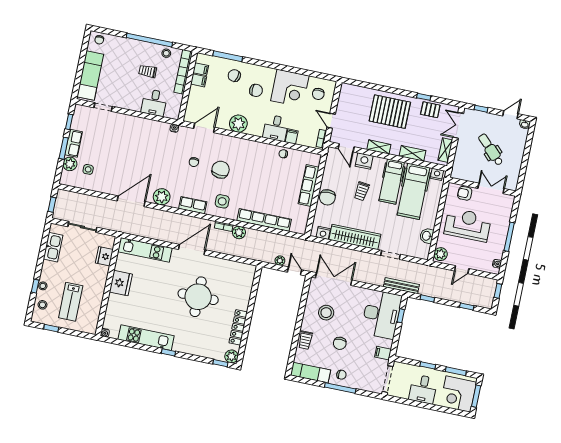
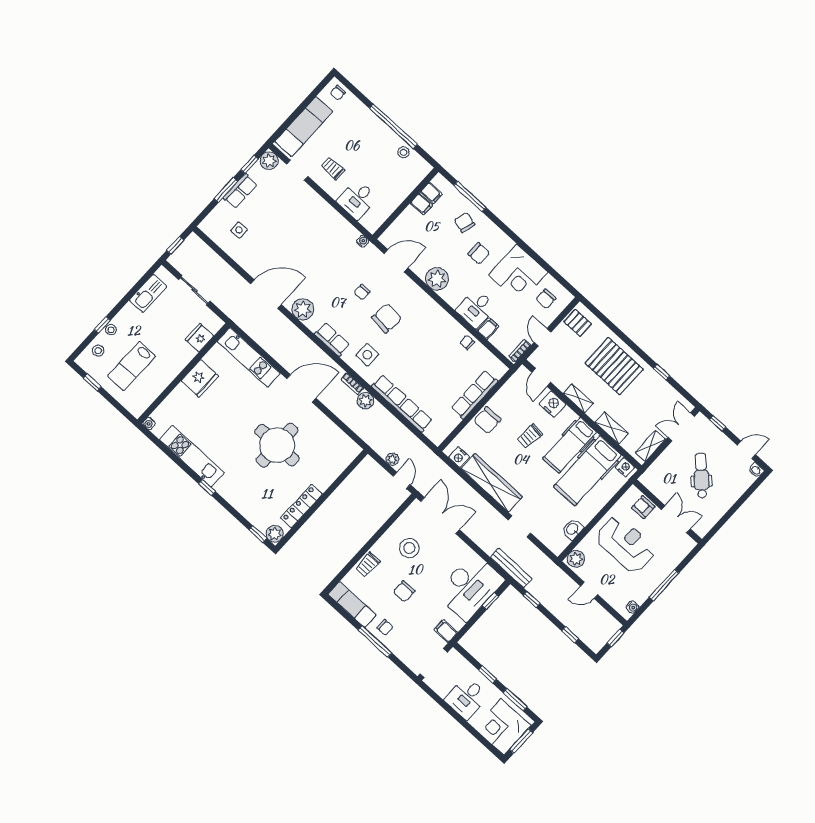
trolley: (148, 71) -> (333, 168), moved
bookcase: (183, 72) -> (410, 184), removed
pallet: (430, 110) -> (578, 323), moved
plant: (70, 164) -> (269, 161), moved

